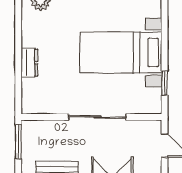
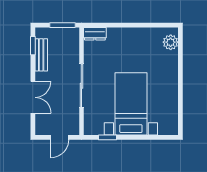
dresser: (29, 63) -> (95, 34), moved

